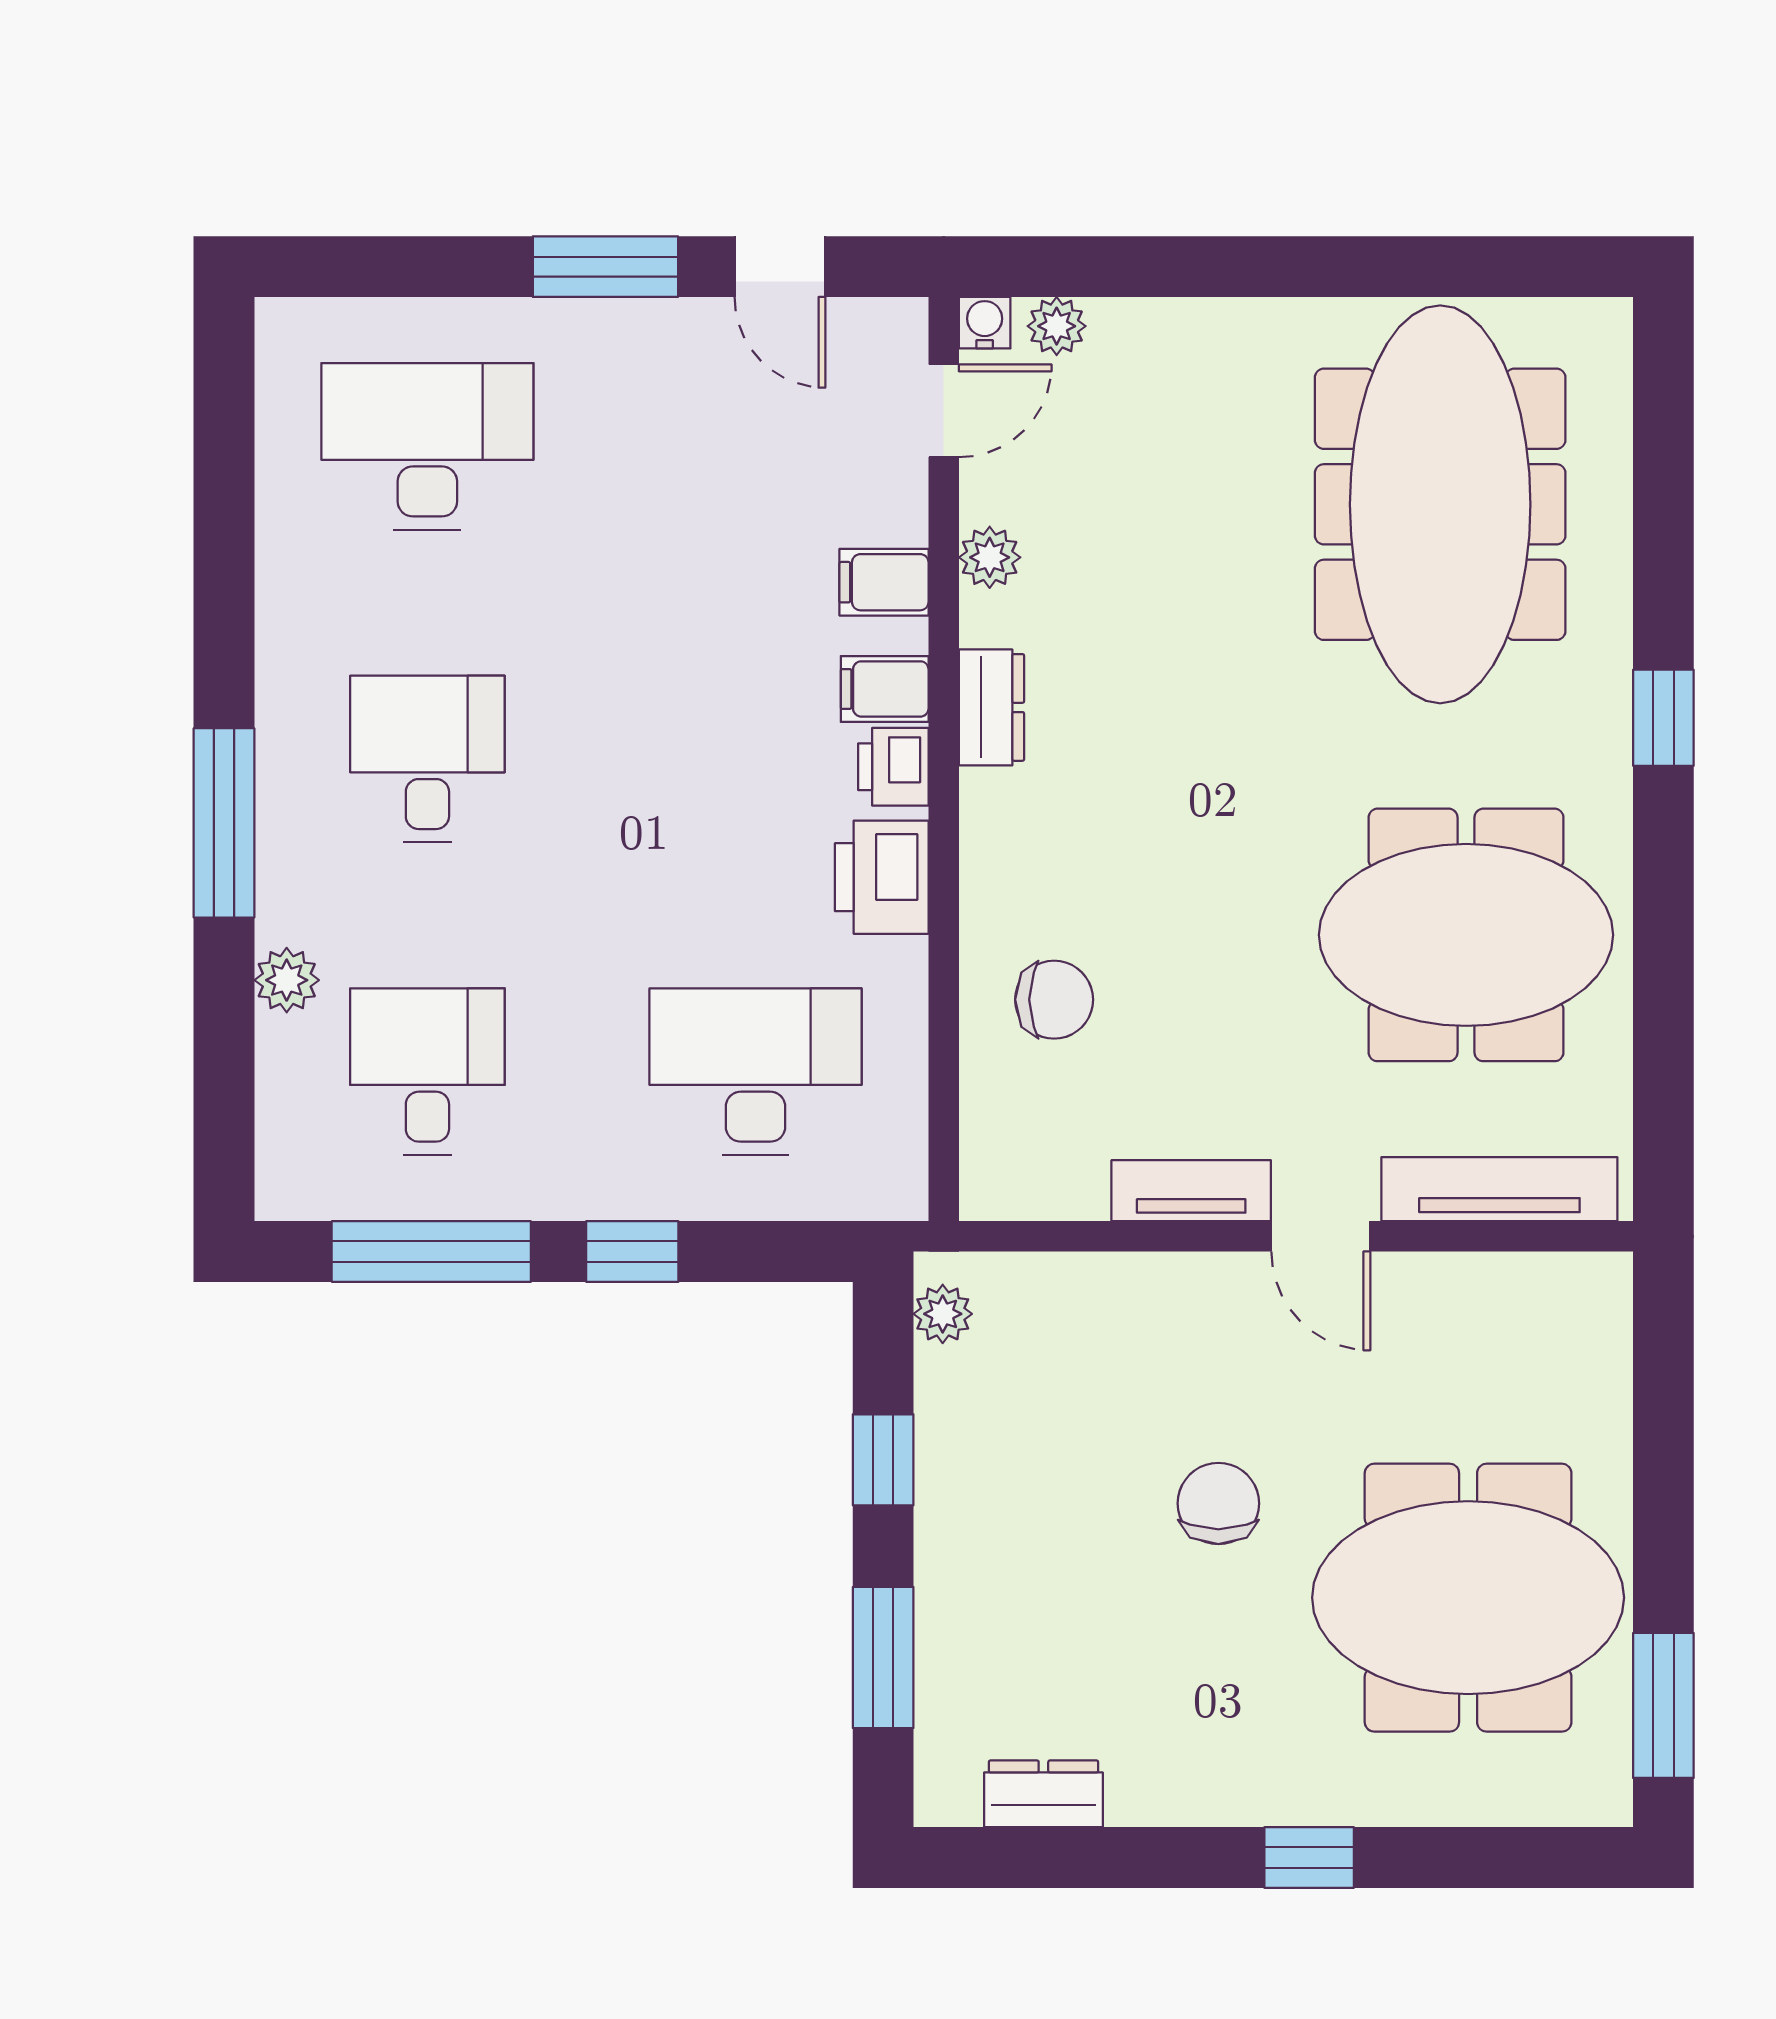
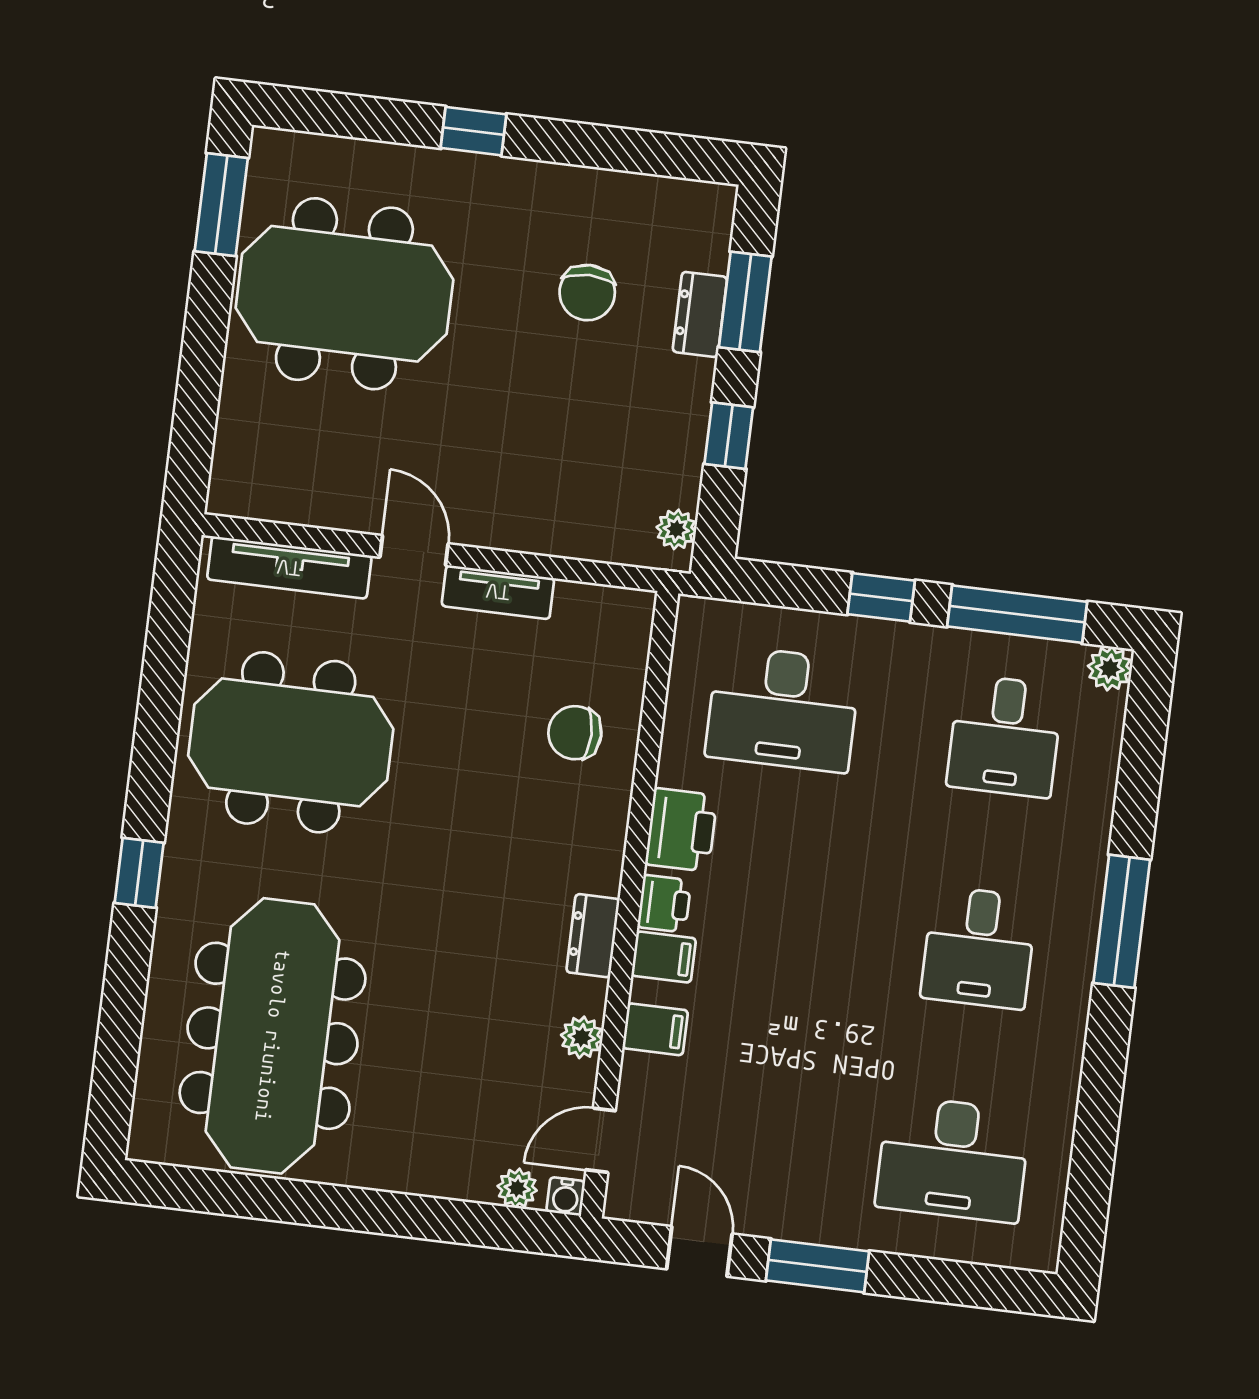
plant: (287, 980) -> (1110, 669), moved
chair: (1218, 1503) -> (587, 293), moved
dresser: (1043, 1794) -> (700, 314), moved, turned 90

